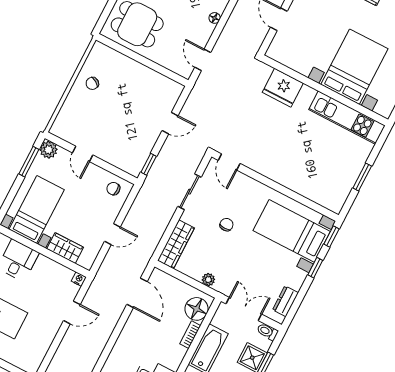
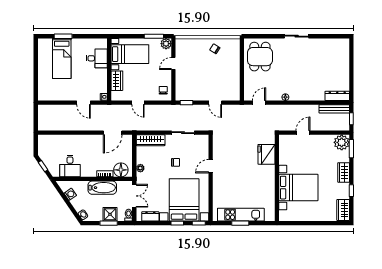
kitchen unit: (347, 118) -> (241, 215), moved, turned 90
door: (229, 162) -> (211, 166), moved
bed with nightstands: (292, 231) -> (184, 200), width x1.36

